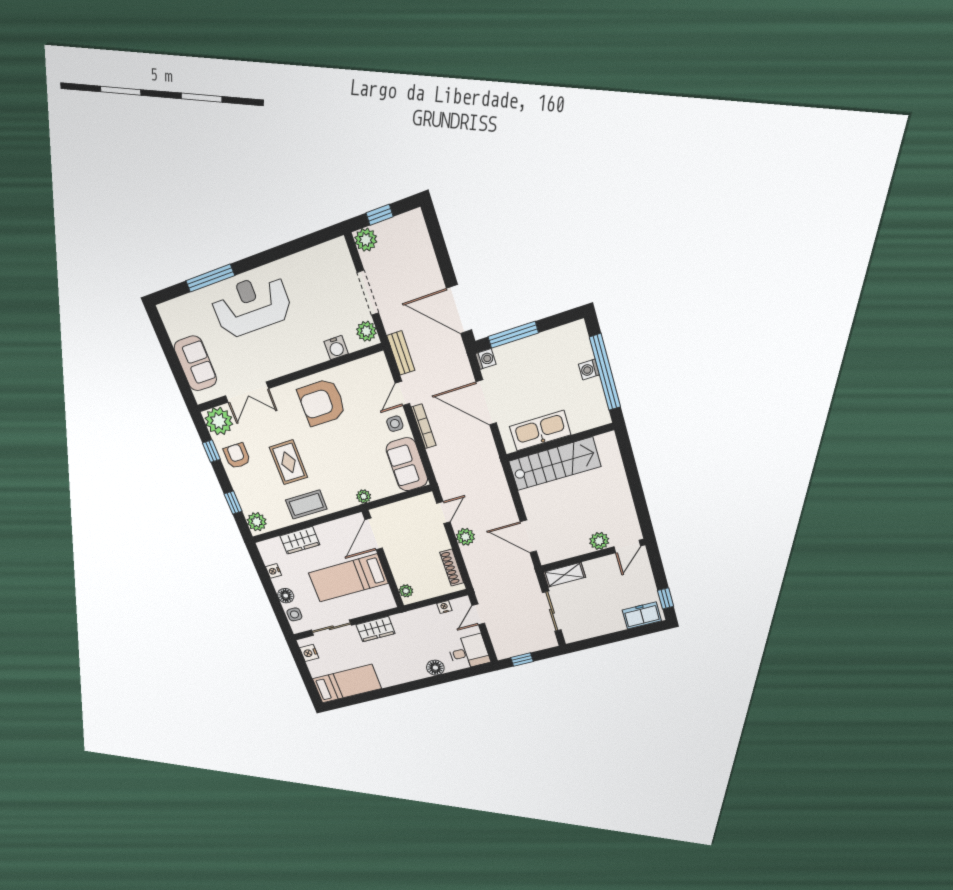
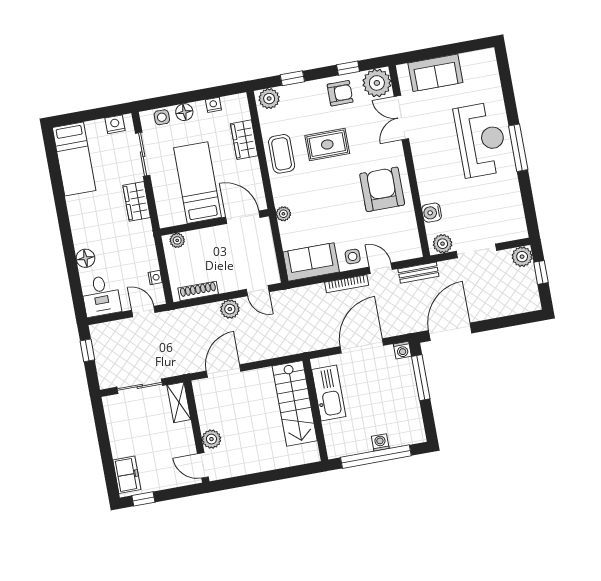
window: (210, 278) -> (518, 148), moved

